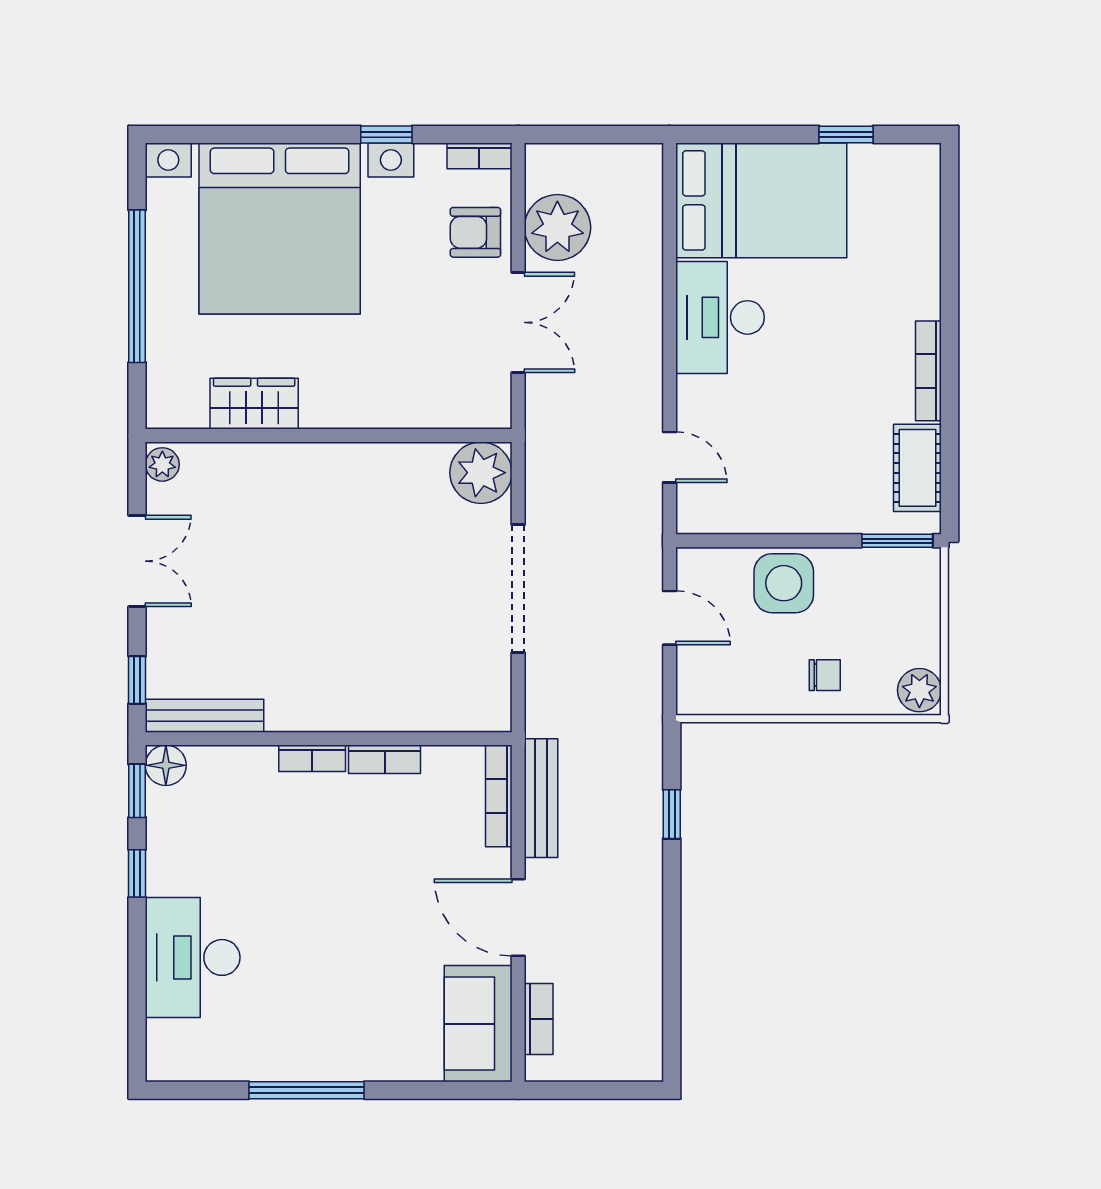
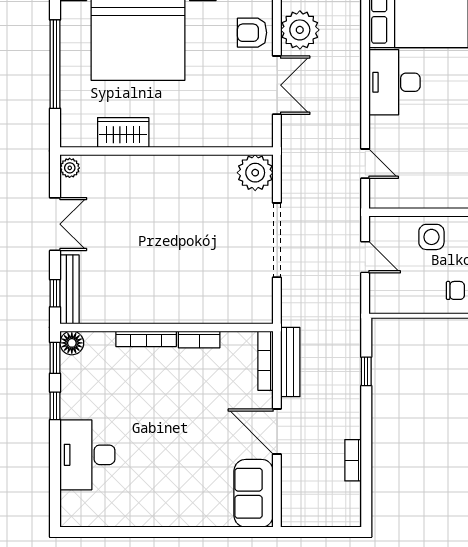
side table: (784, 583) -> (431, 237), width x0.73, depth x0.73
bench: (205, 716) -> (70, 289), moved, turned 90
bookcase: (312, 758) -> (146, 339), width x1.56
bookcase: (539, 1019) -> (353, 460), moved, turned 180
window: (307, 1090) -> (154, 532), removed

